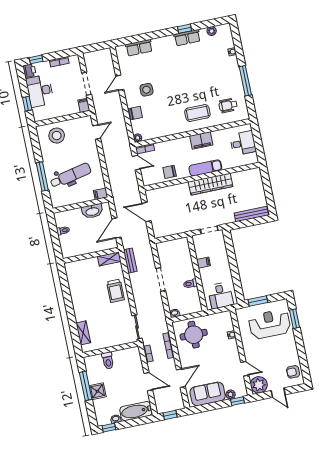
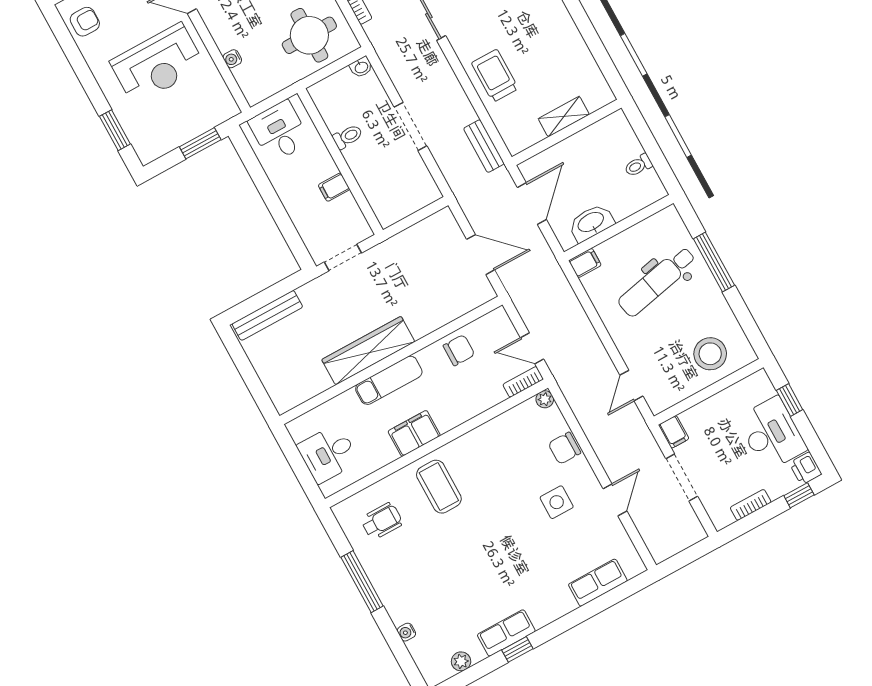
coffee table: (197, 113) -> (439, 487), turned 90
shelving: (109, 259) -> (564, 117), moved
reception desk: (270, 324) -> (157, 64), moved

